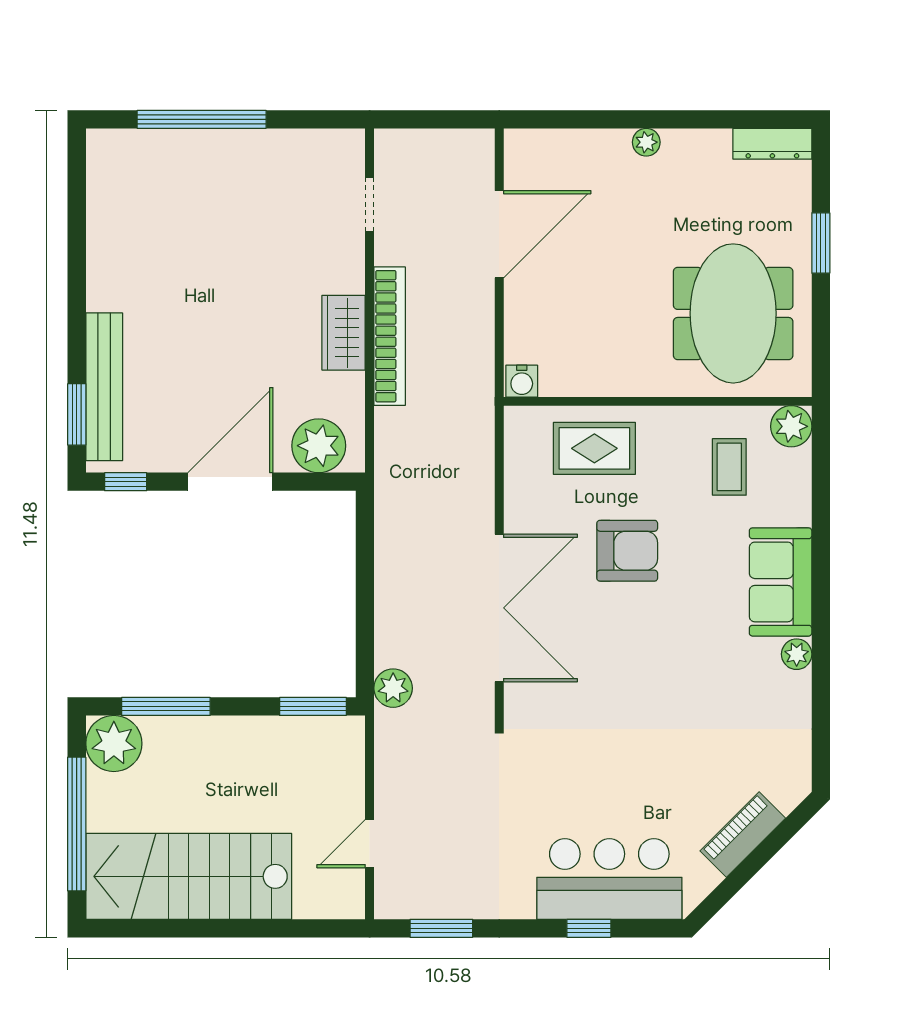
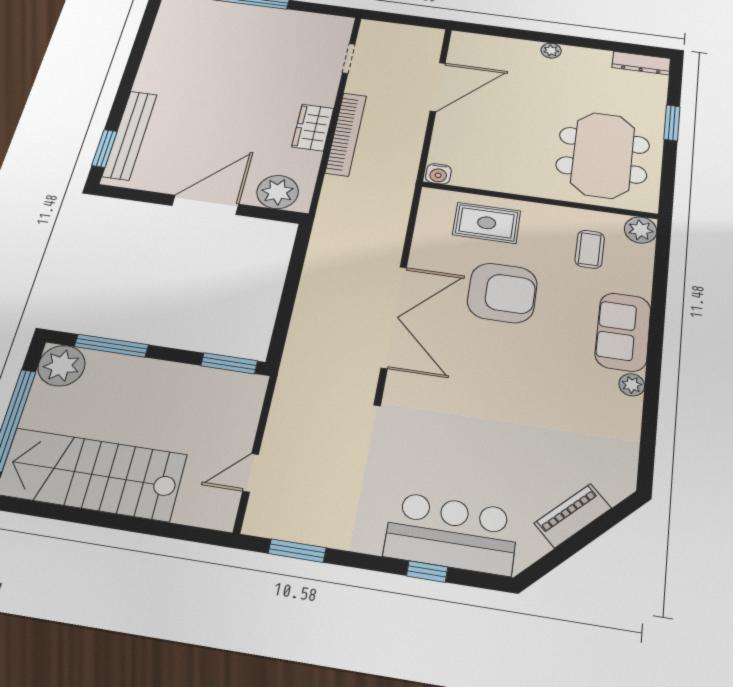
window: (126, 482) -> (127, 194), removed
armchair: (627, 551) -> (502, 293), width x1.36, depth x1.36
plant: (393, 688) -> (297, 360), removed

